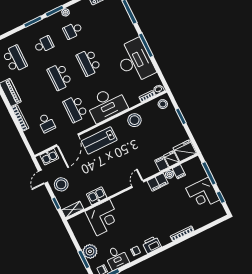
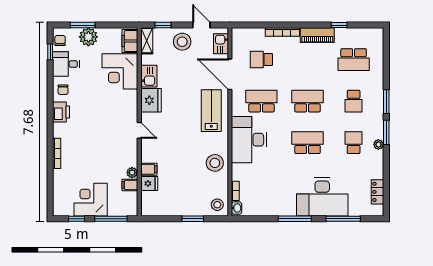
desk: (135, 61) -> (322, 197), moved
fridge: (185, 151) -> (151, 100), moved
filing cabinet: (158, 182) -> (130, 41), moved

